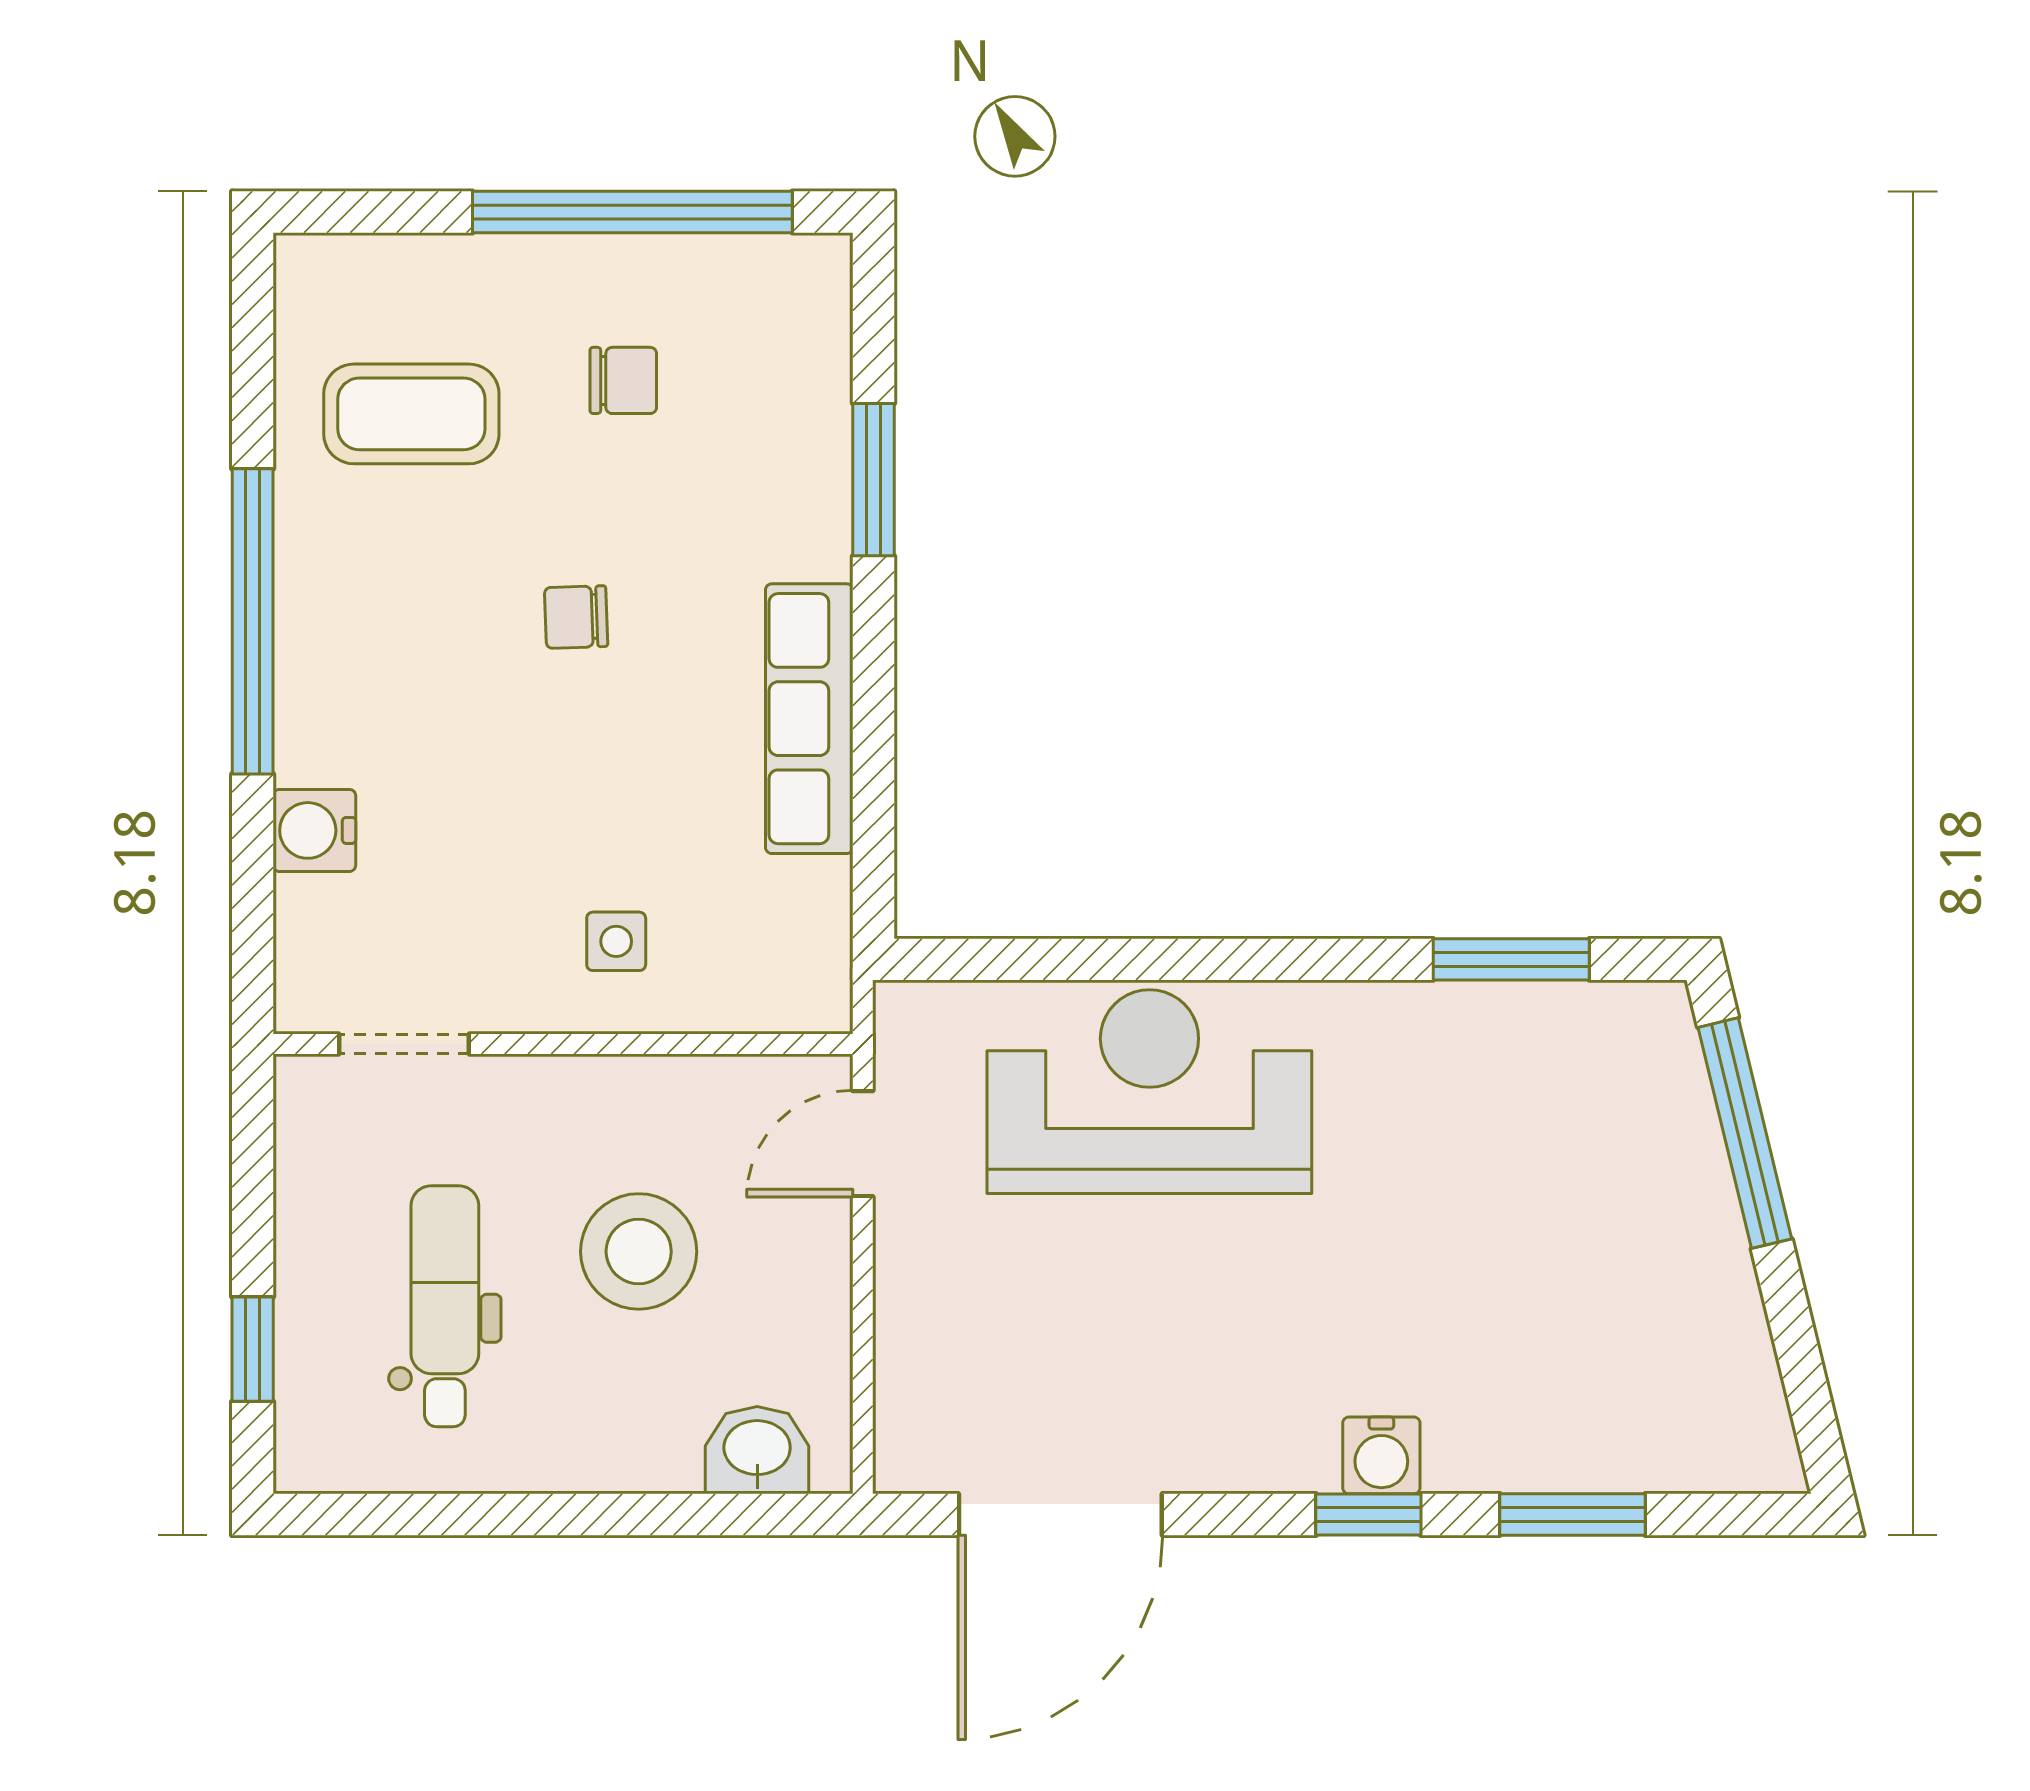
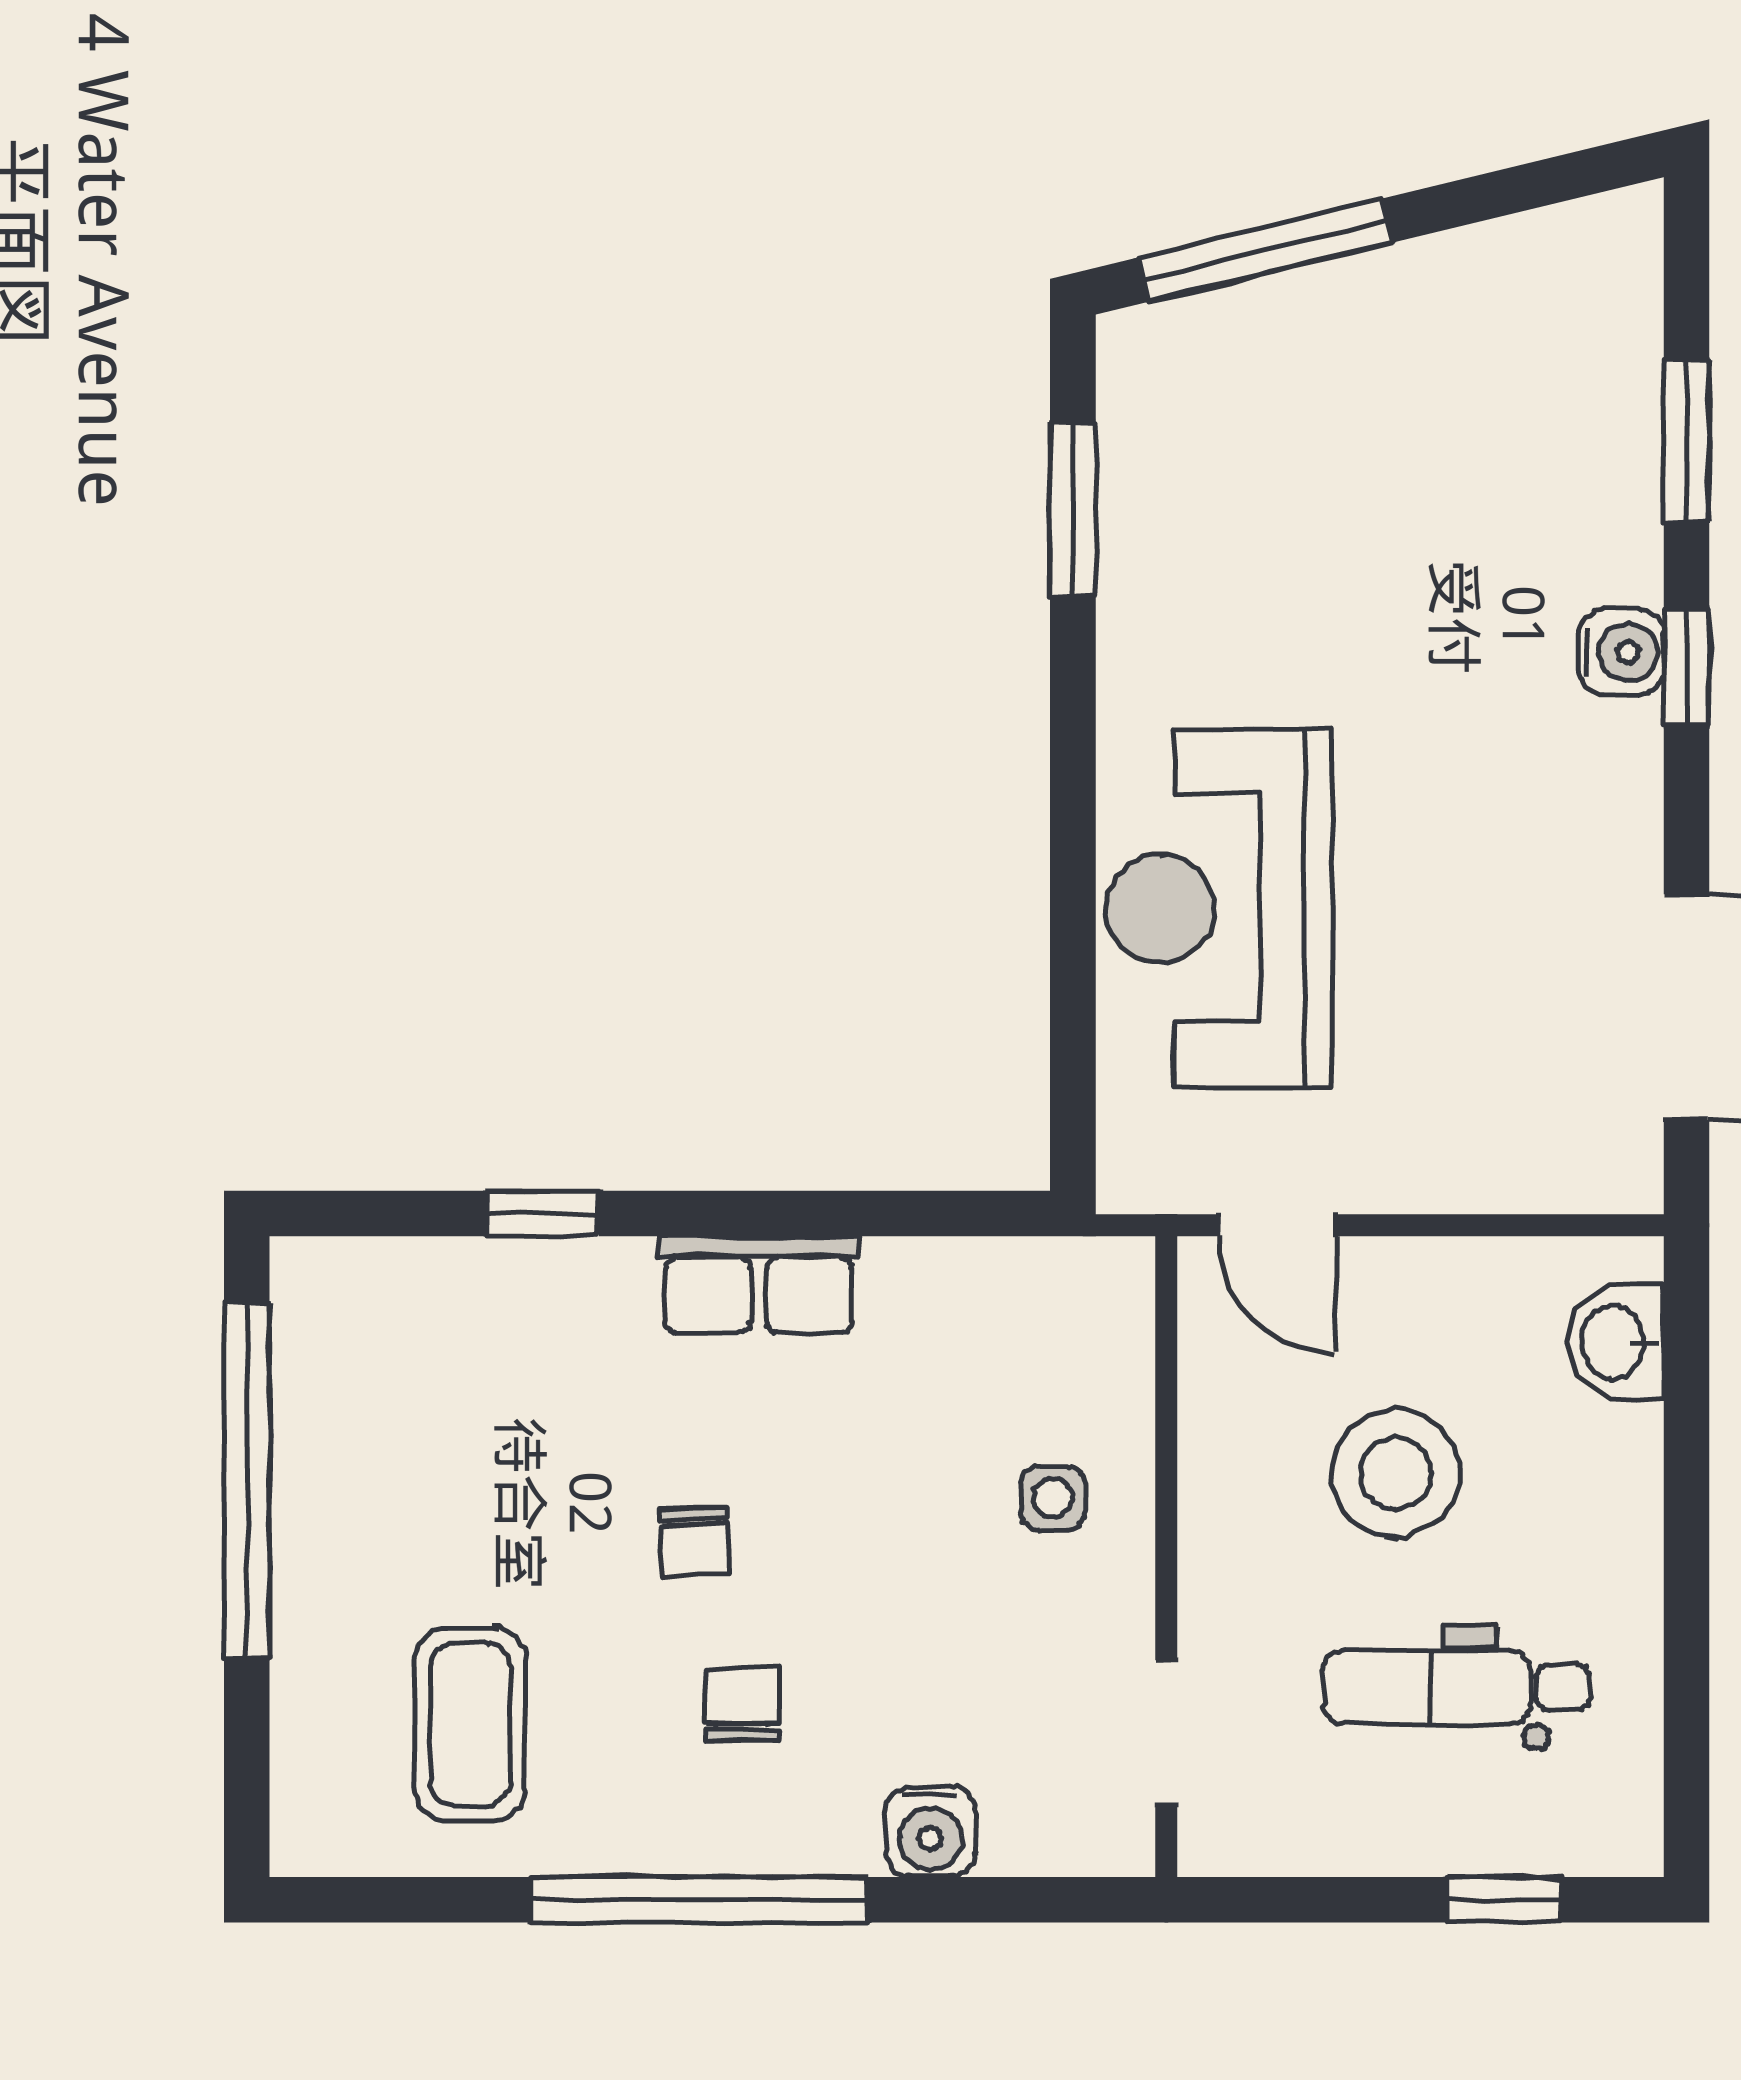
chair: (623, 380) -> (742, 1704), moved
window: (874, 480) -> (543, 1213), width x0.67
row of seats: (809, 719) -> (759, 1284), width x0.68

